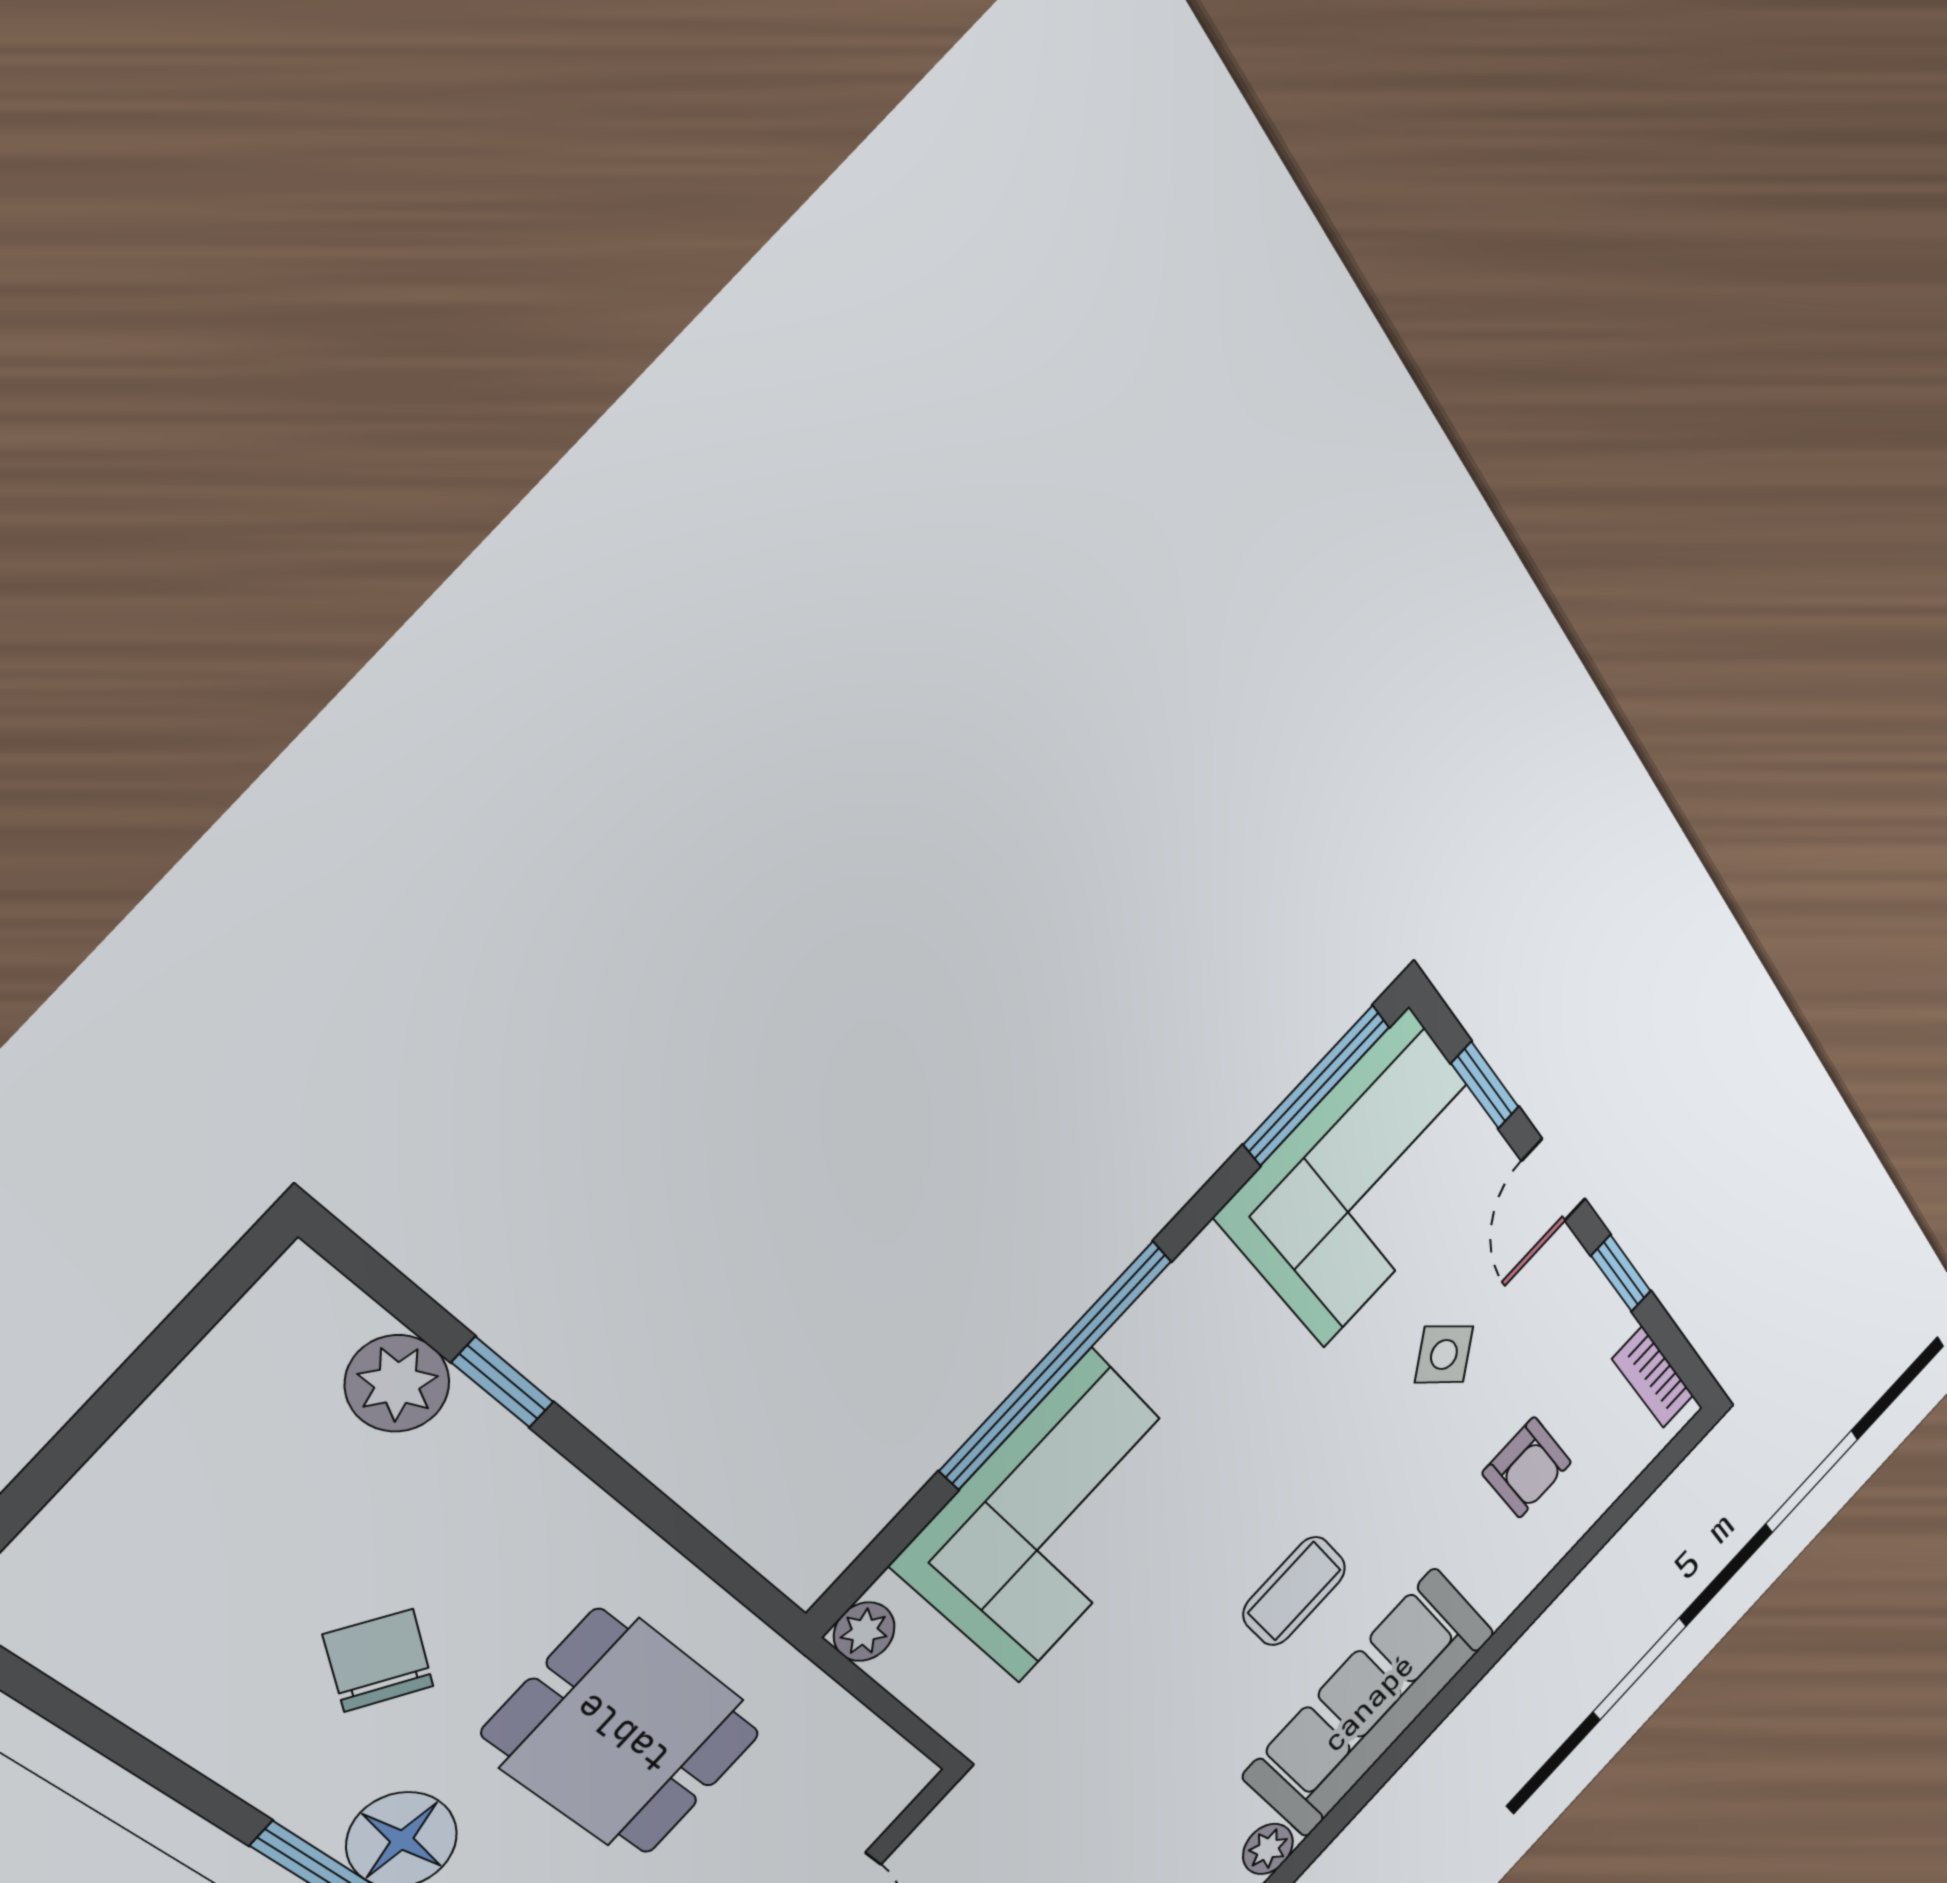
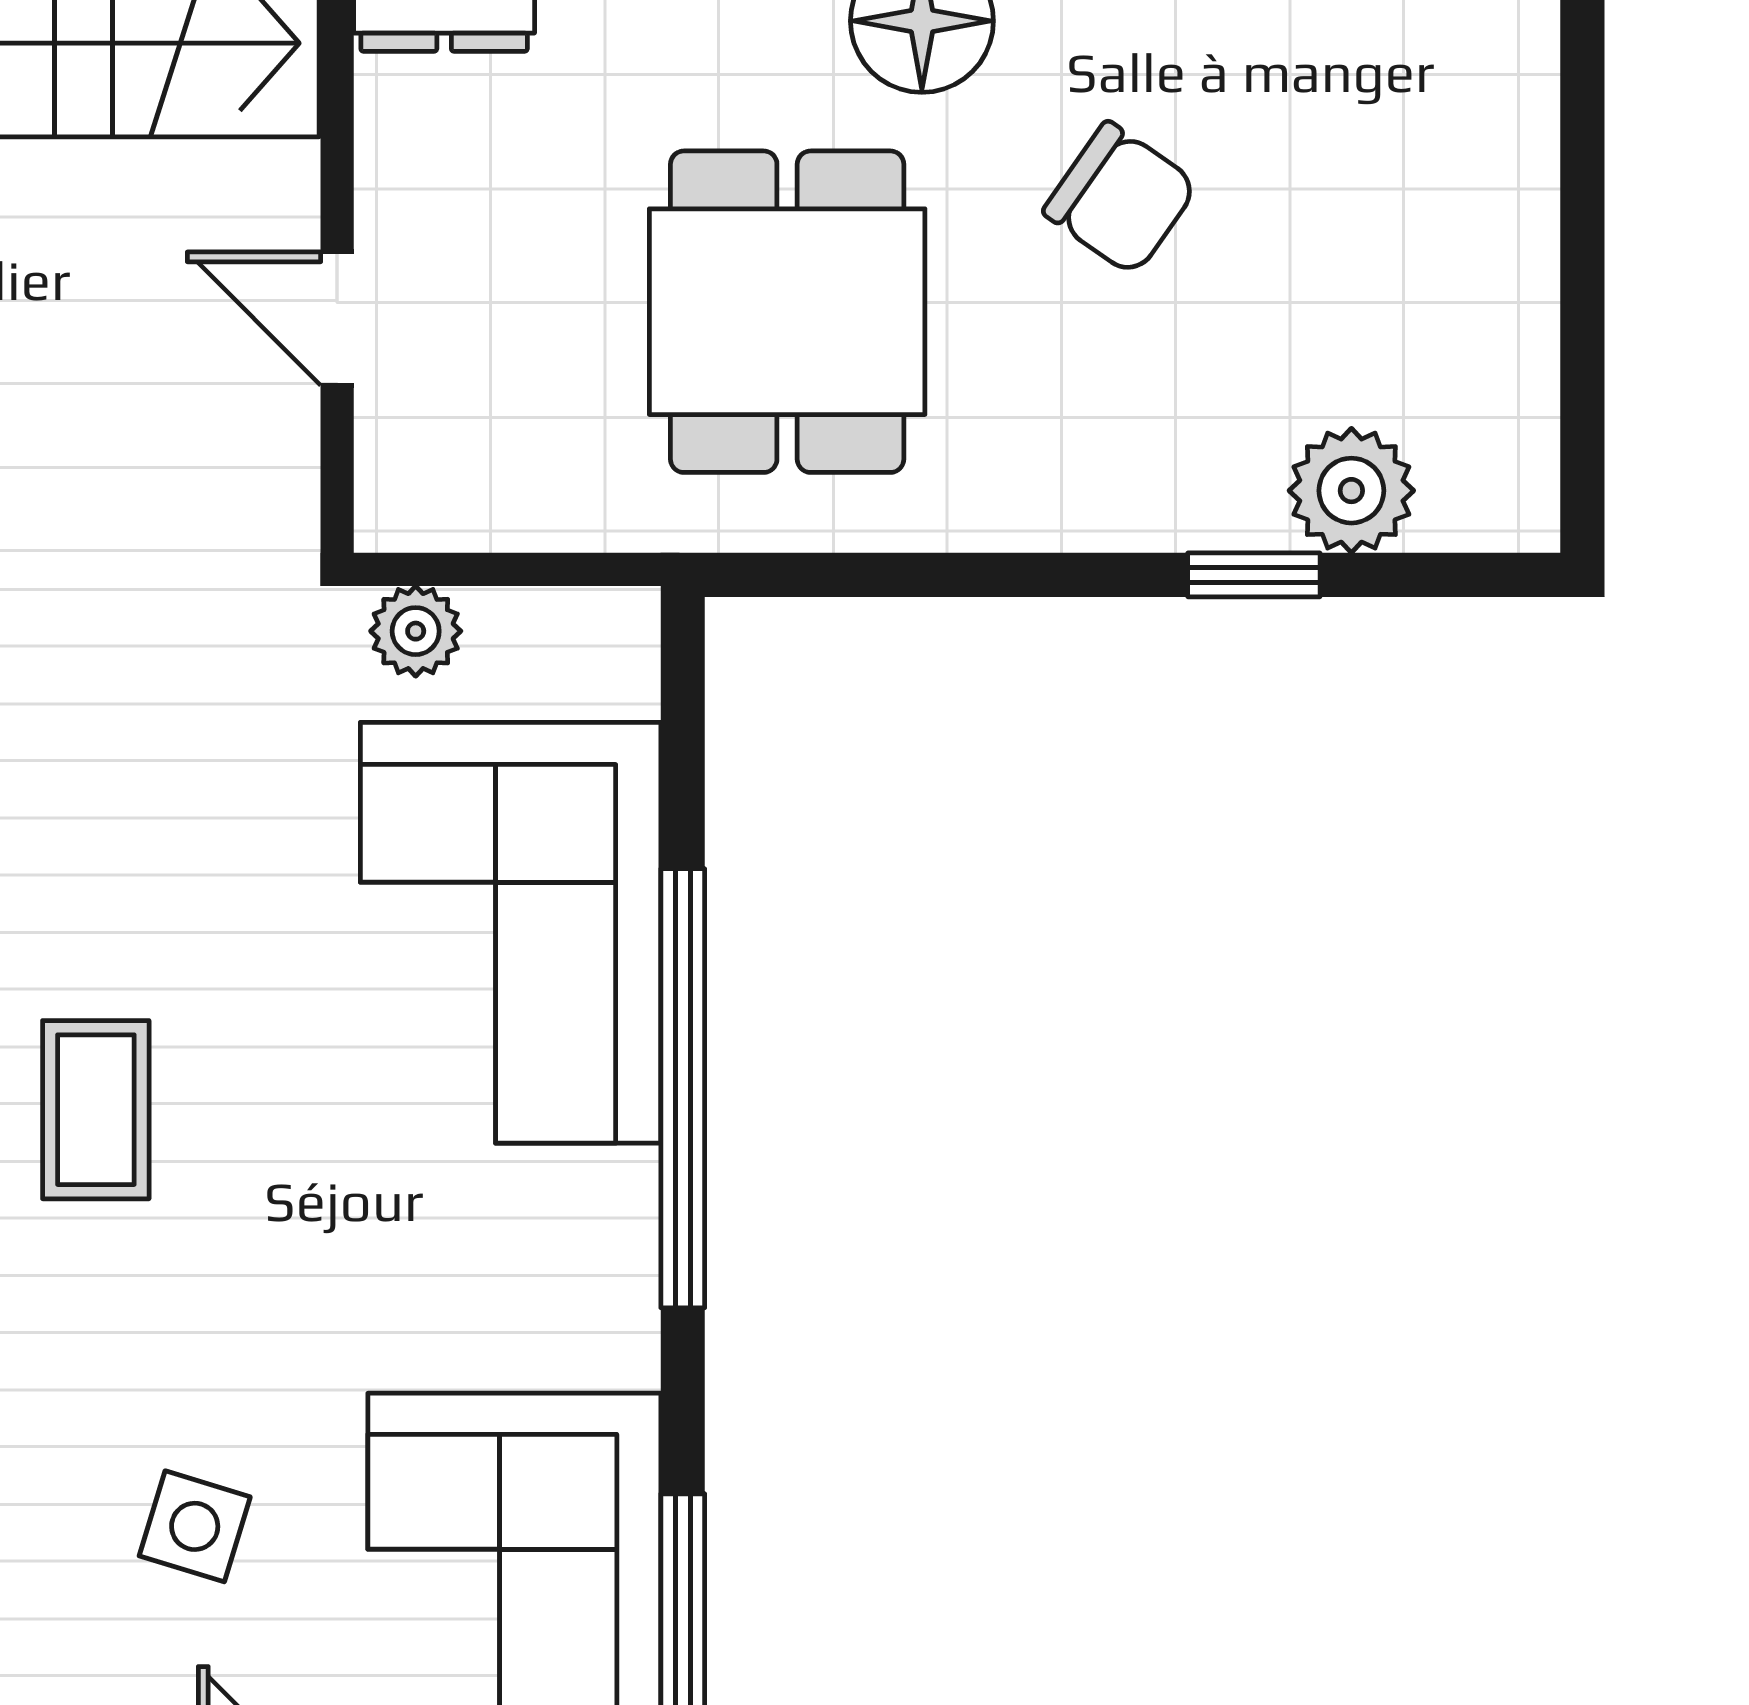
side table: (1444, 1355) -> (195, 1526), turned -32
plant: (864, 1632) -> (416, 631), moved
dining table: (623, 1733) -> (787, 312), turned 90

